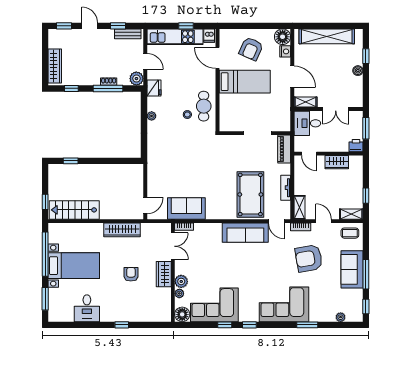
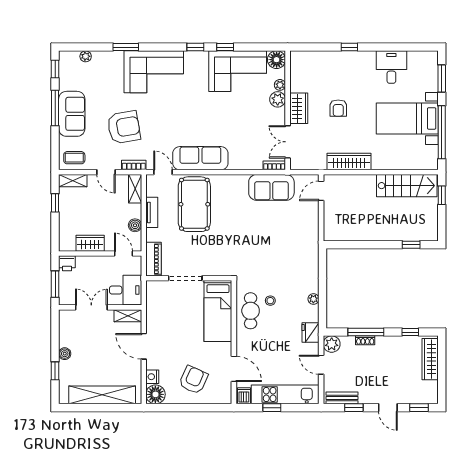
bed: (245, 82) -> (218, 311), moved, turned -90
boiler: (300, 177) -> (135, 225), added

